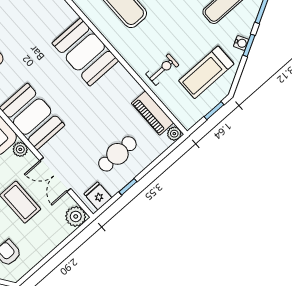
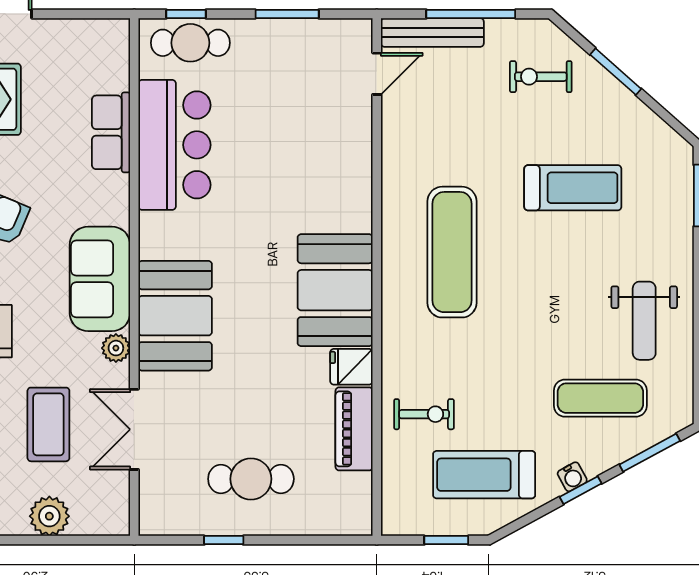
piano: (152, 113) -> (354, 429), moved
plant: (174, 134) -> (359, 523), removed
fridge: (98, 196) -> (351, 367), moved, turned -90
plant: (76, 216) -> (49, 516), moved

